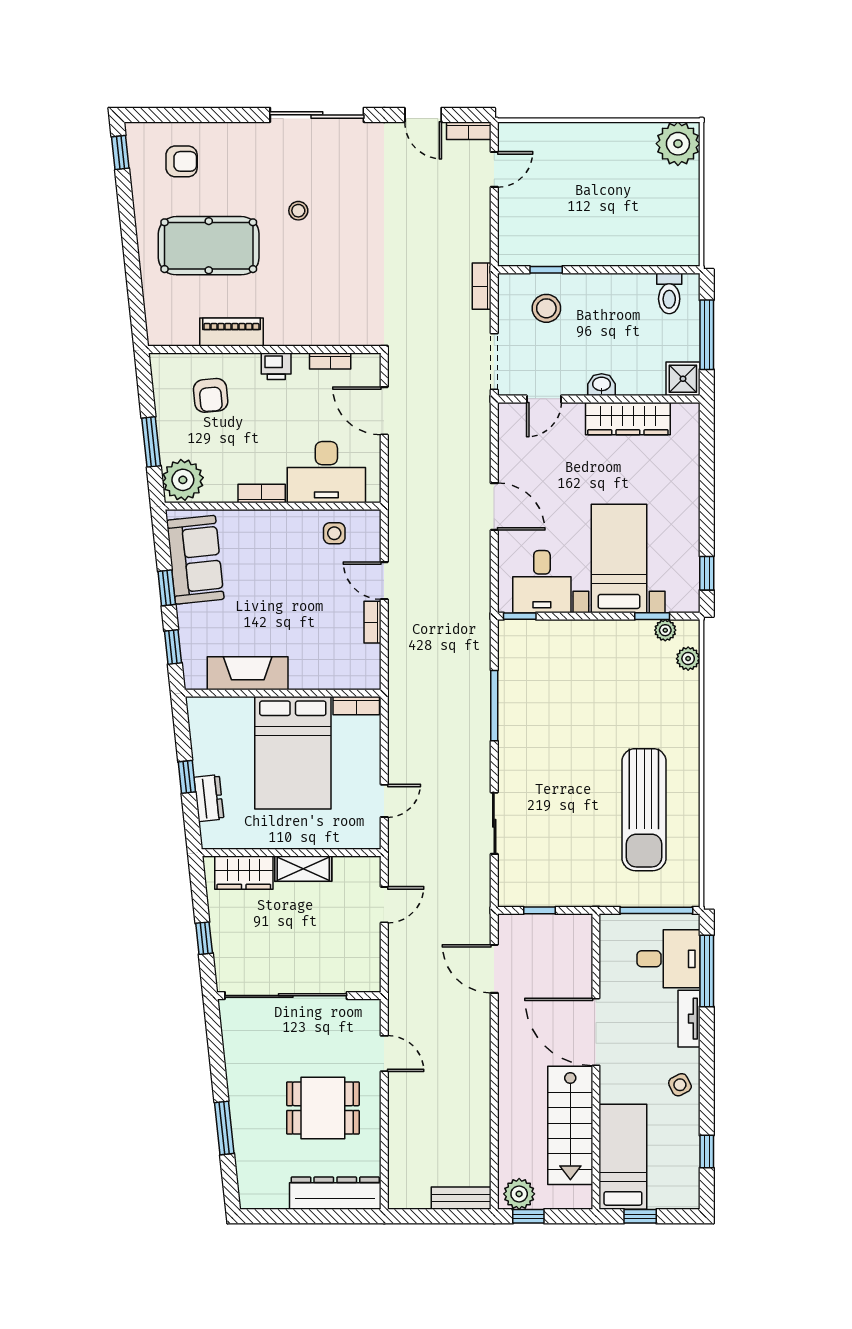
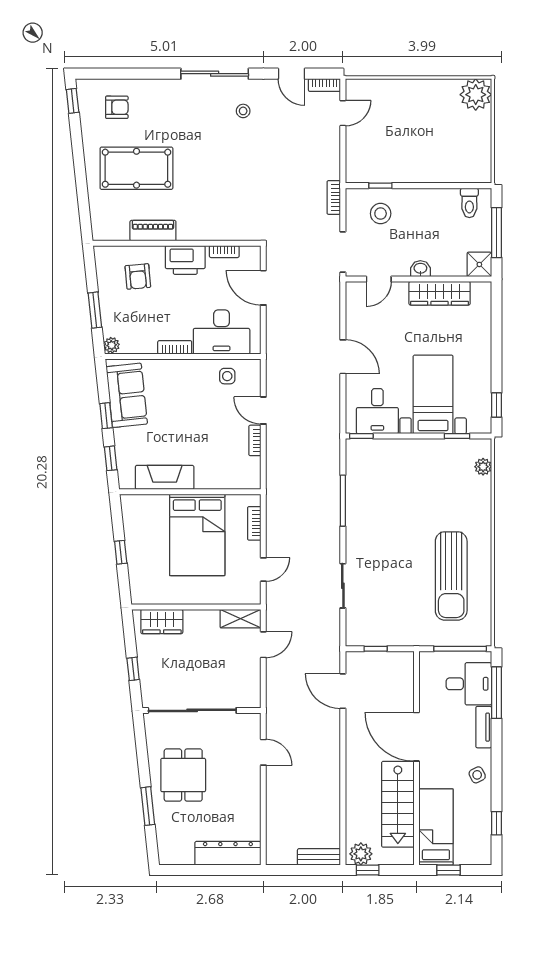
stool: (298, 211) -> (243, 111), moved
printer: (276, 366) -> (185, 260), width x1.87, depth x1.48
plant: (183, 480) -> (112, 345), width x0.53, depth x0.53
plant: (665, 630) -> (467, 446), removed
bookcase: (356, 706) -> (254, 523), moved, turned 90
dresser: (209, 798) -> (137, 568), removed
shelving: (303, 869) -> (240, 619), moved
dining table: (323, 1108) -> (183, 775), moved, turned 90

